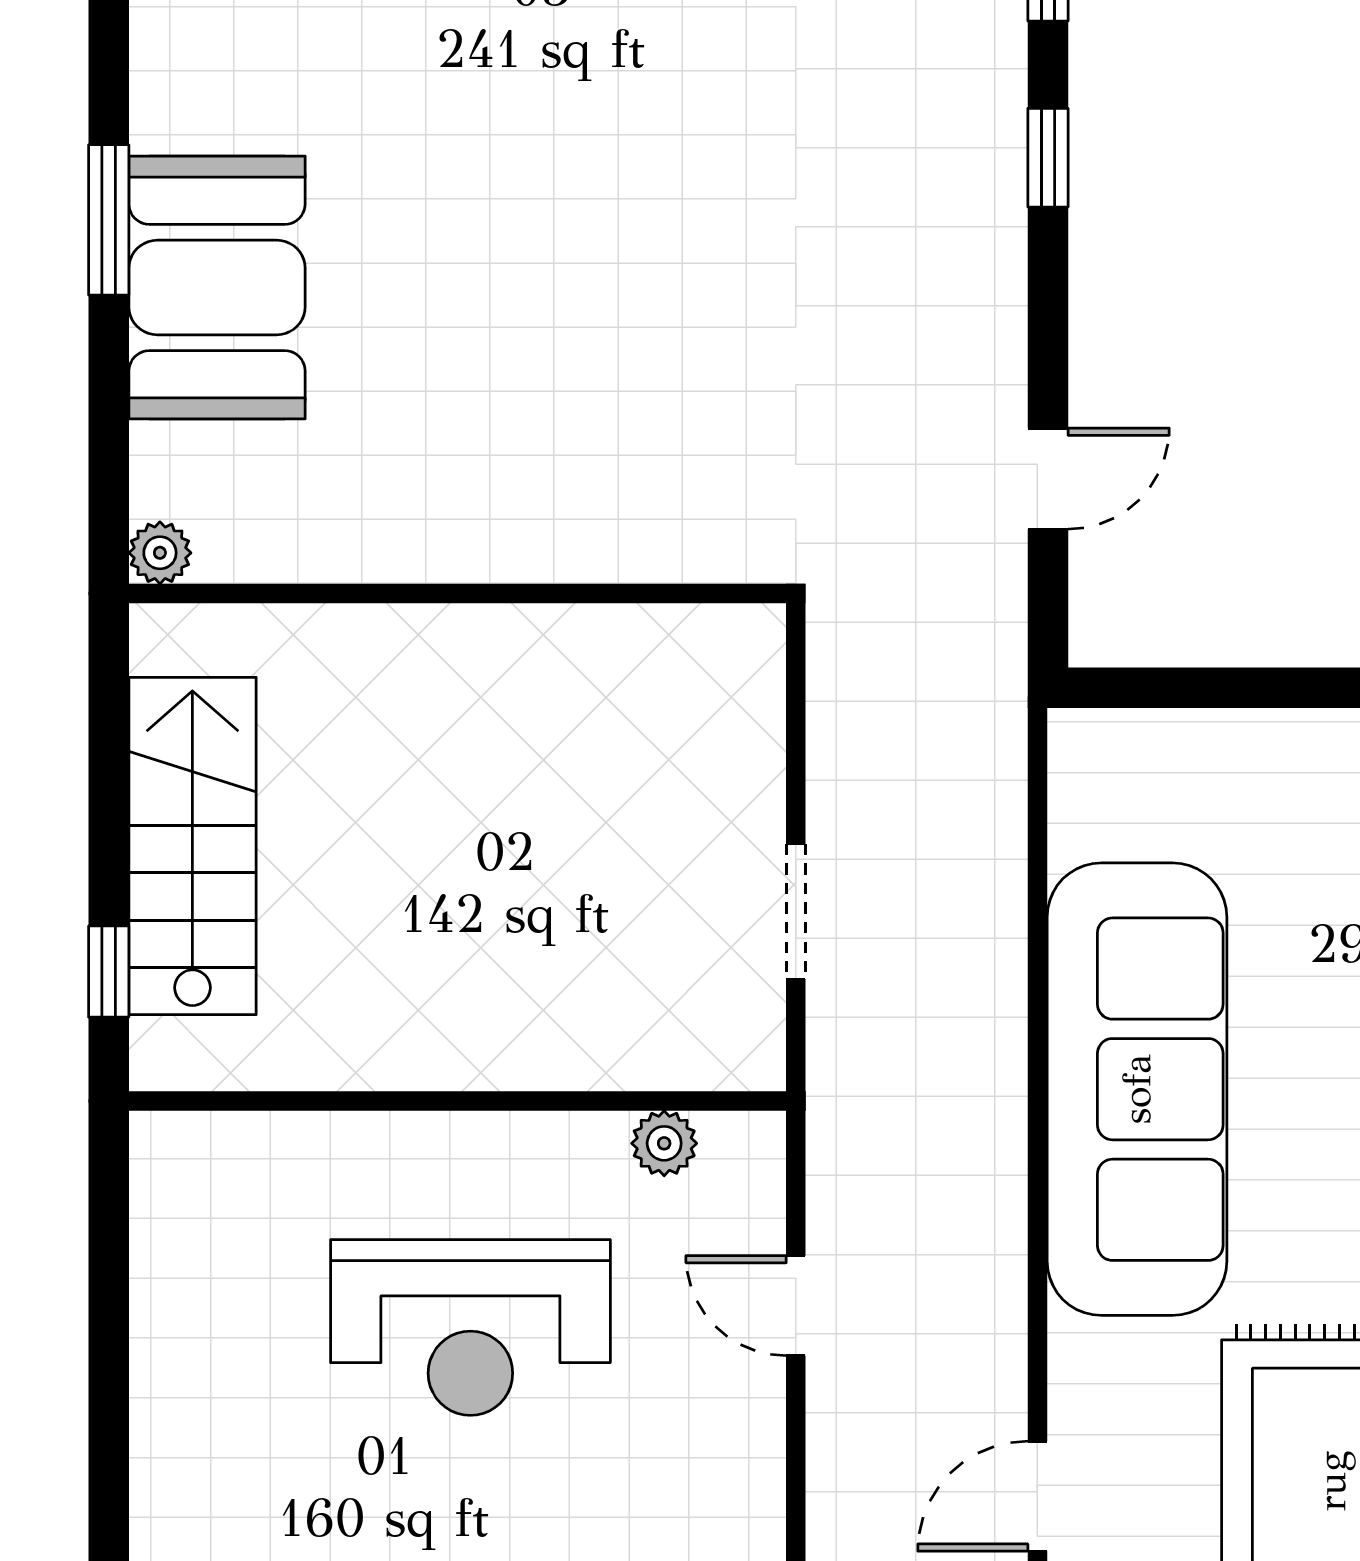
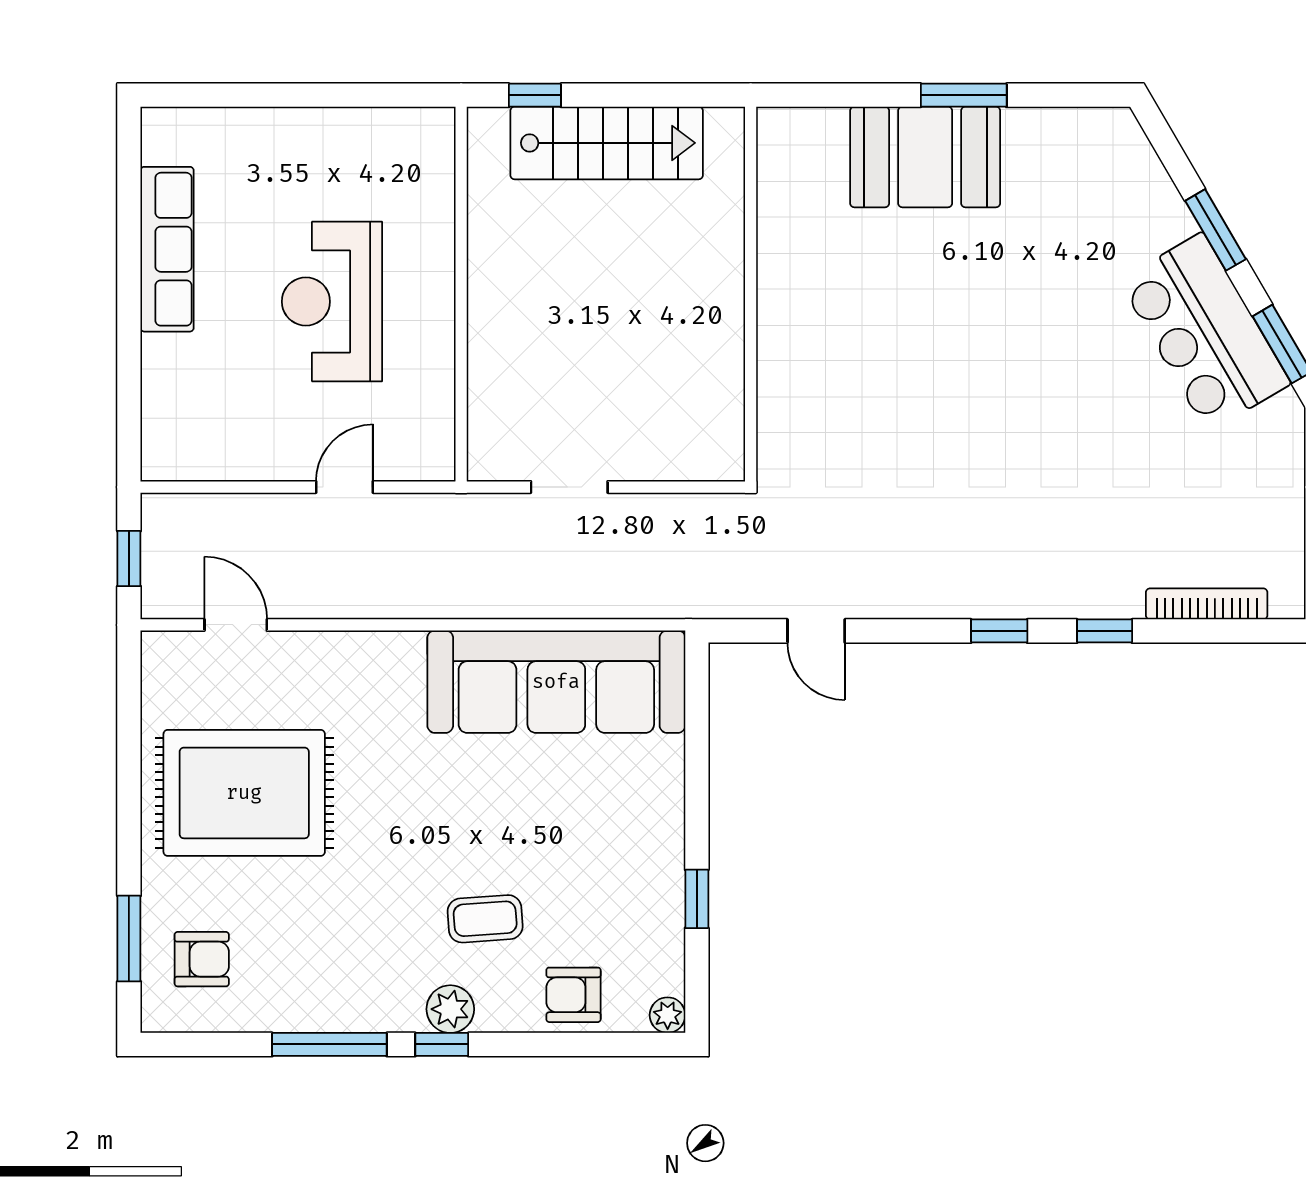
plant: (160, 553) -> (774, 124), removed
sofa: (1137, 1089) -> (556, 682), moved
plant: (664, 1143) -> (437, 412), removed

